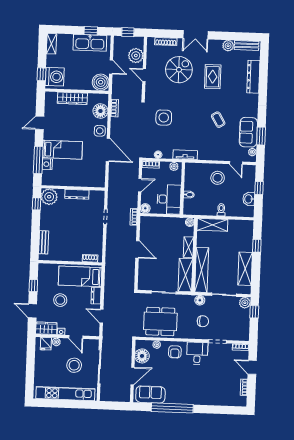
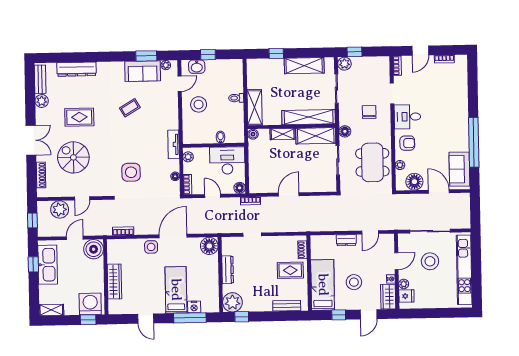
floor lamp: (100, 111) -> (209, 246), moved
washbasin: (249, 199) -> (197, 67), moved
rug: (73, 247) -> (290, 270), added
bed: (80, 276) -> (323, 285), moved, turned 180
floor lamp: (200, 300) -> (345, 131), moved

